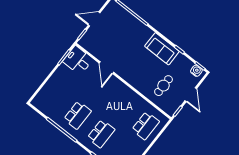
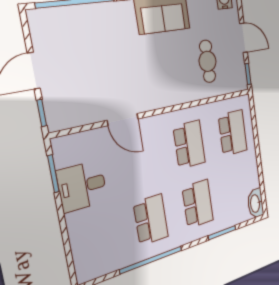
desk: (78, 60) -> (82, 186), moved
school desk: (122, 107) -> (189, 144), added

